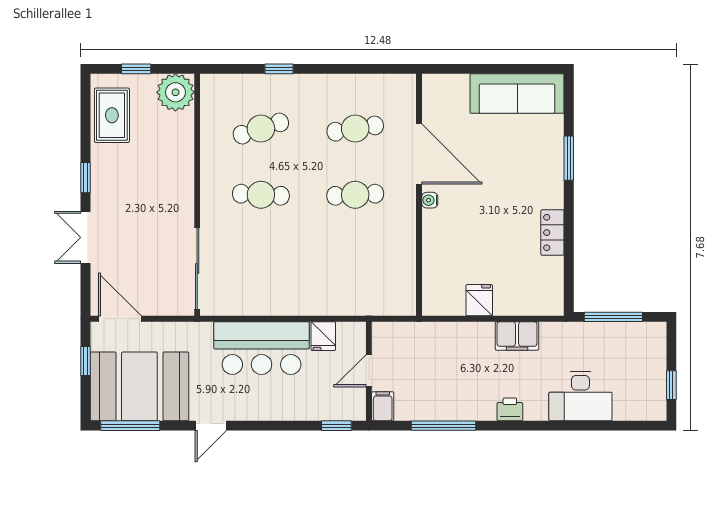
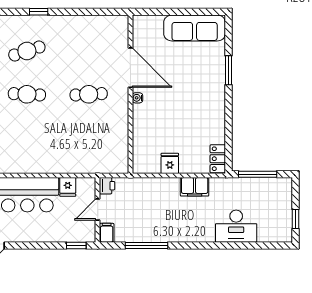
cafe table: (355, 129) -> (89, 51), removed
locker: (552, 233) -> (218, 159), moved
printer: (510, 409) -> (107, 186), moved, turned 90

